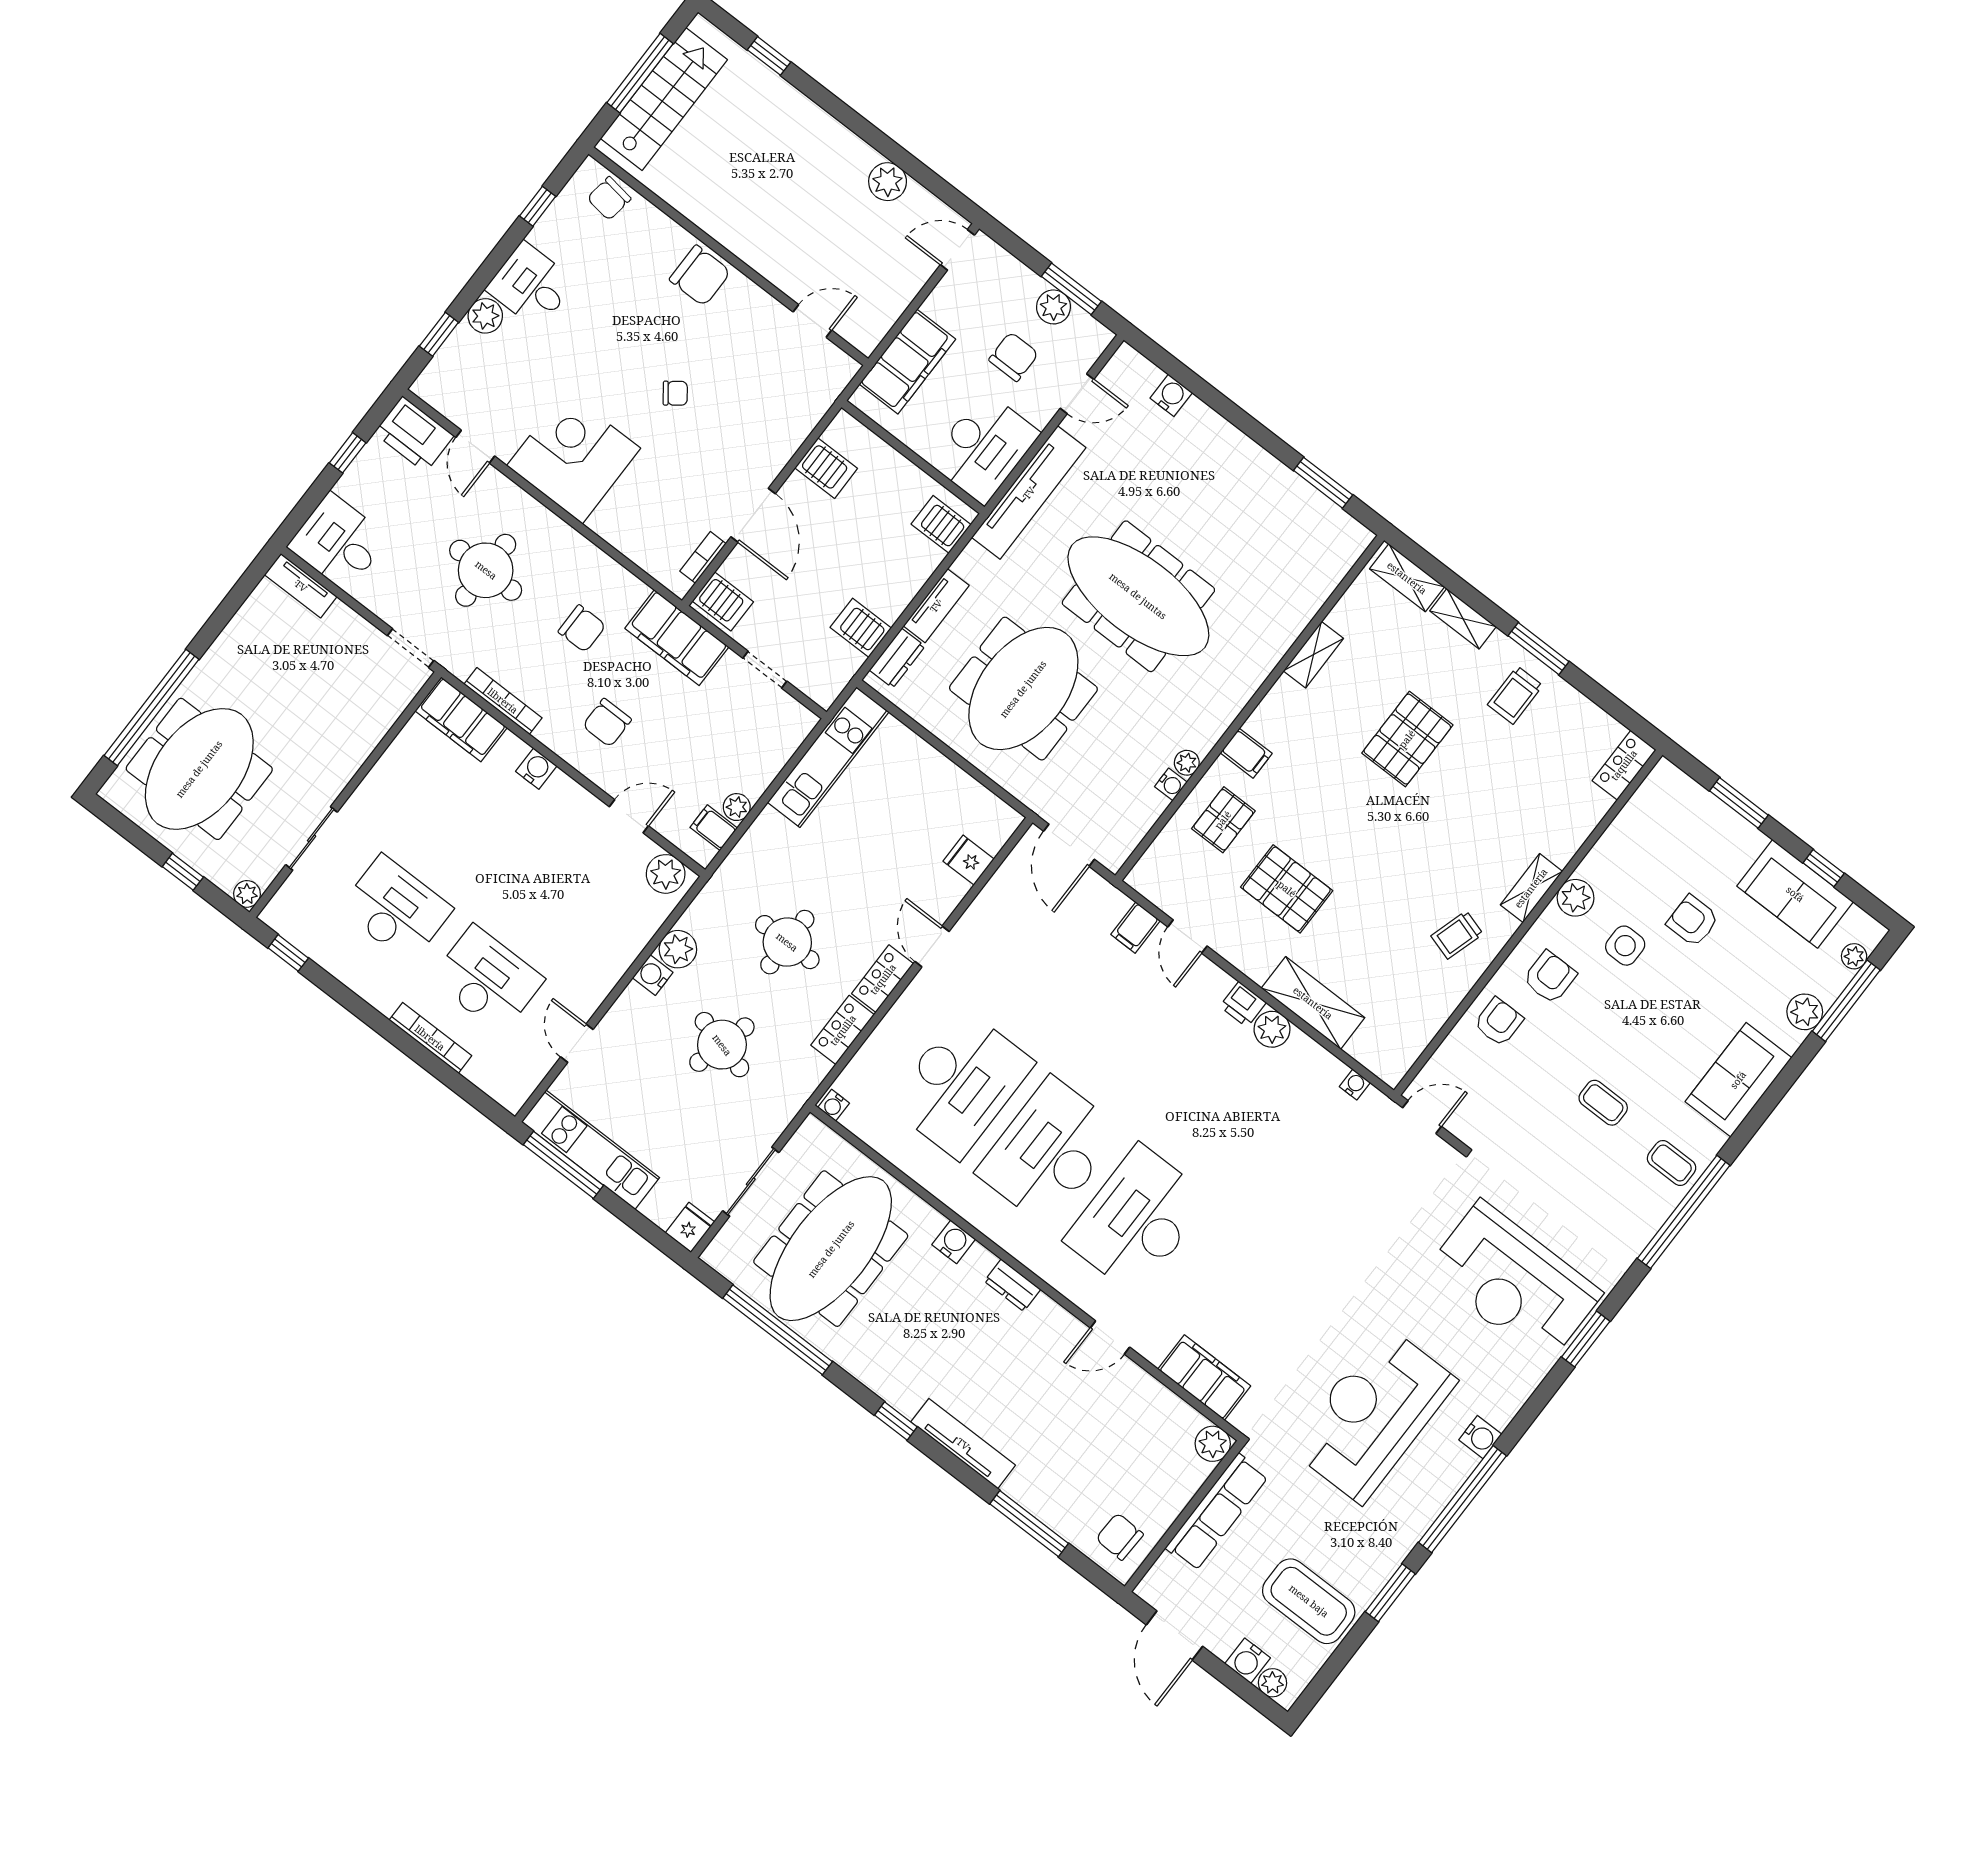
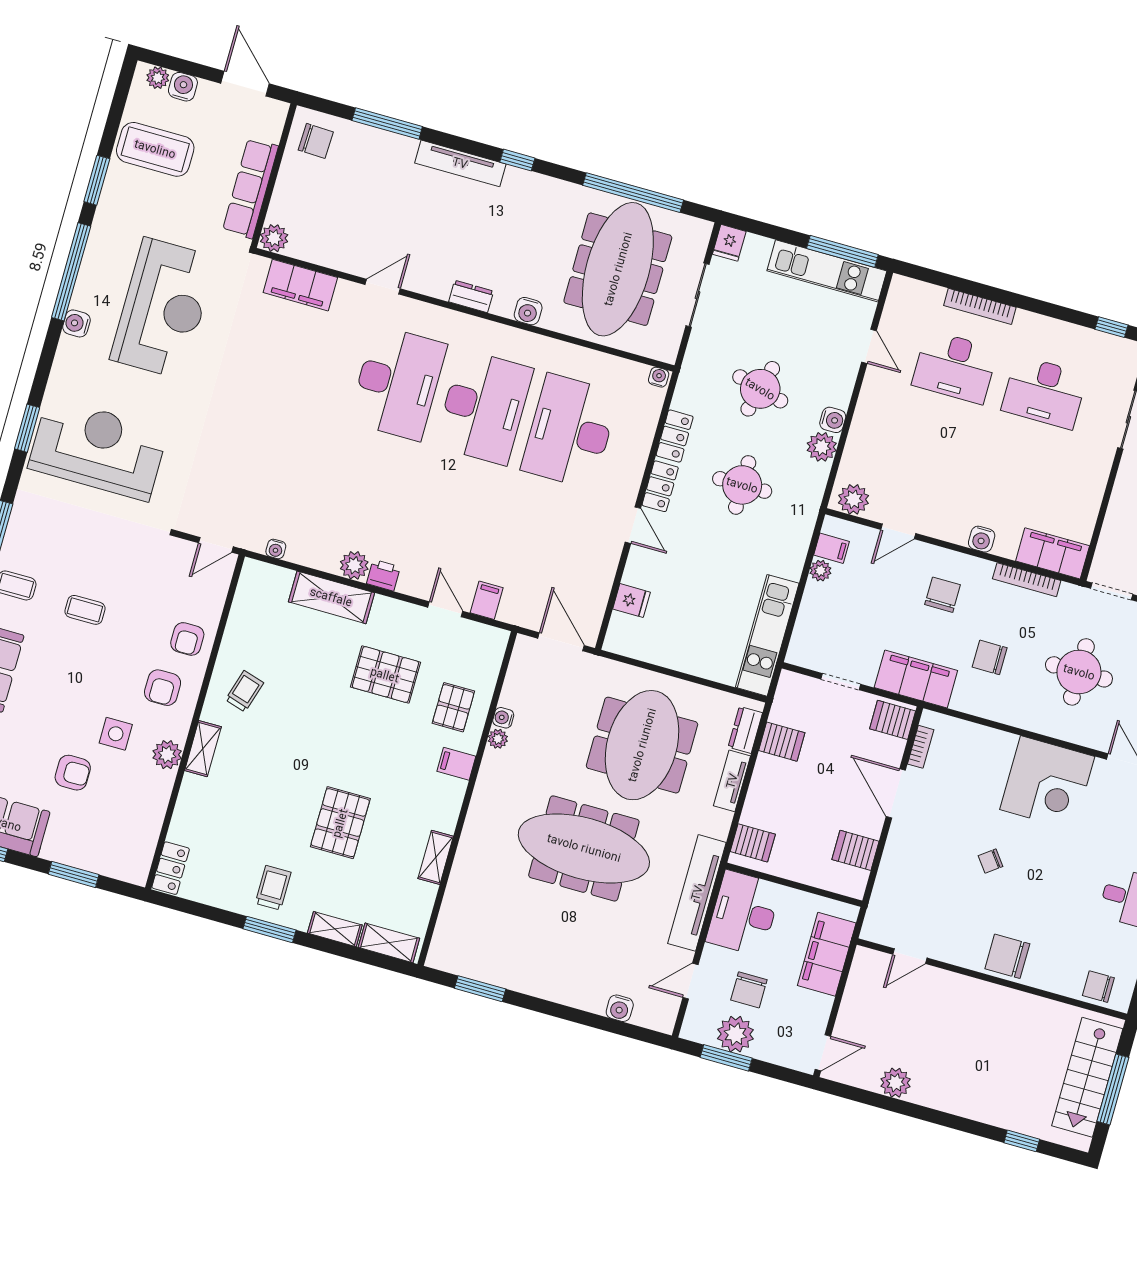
chair: (609, 198) -> (1098, 987), turned -98
plant: (1053, 307) -> (735, 1034), width x1.36, depth x1.36

